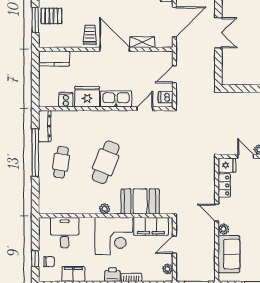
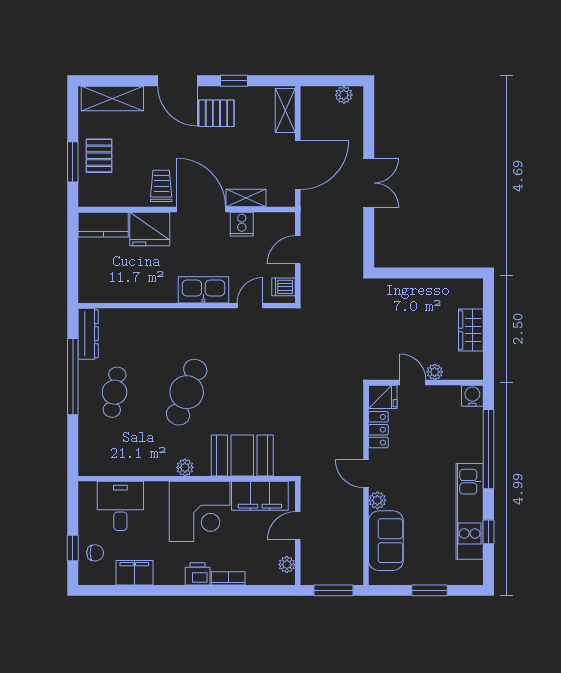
pallet: (51, 16) -> (99, 156), turned 90
fridge: (87, 97) -> (150, 229), moved, turned 180
cooker: (66, 100) -> (242, 224), moved, turned 180

